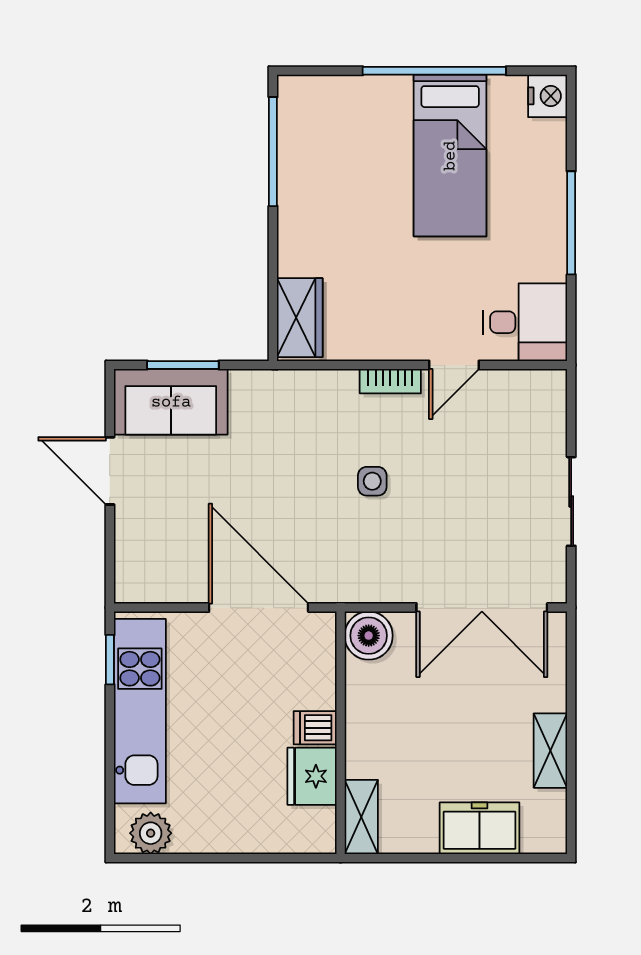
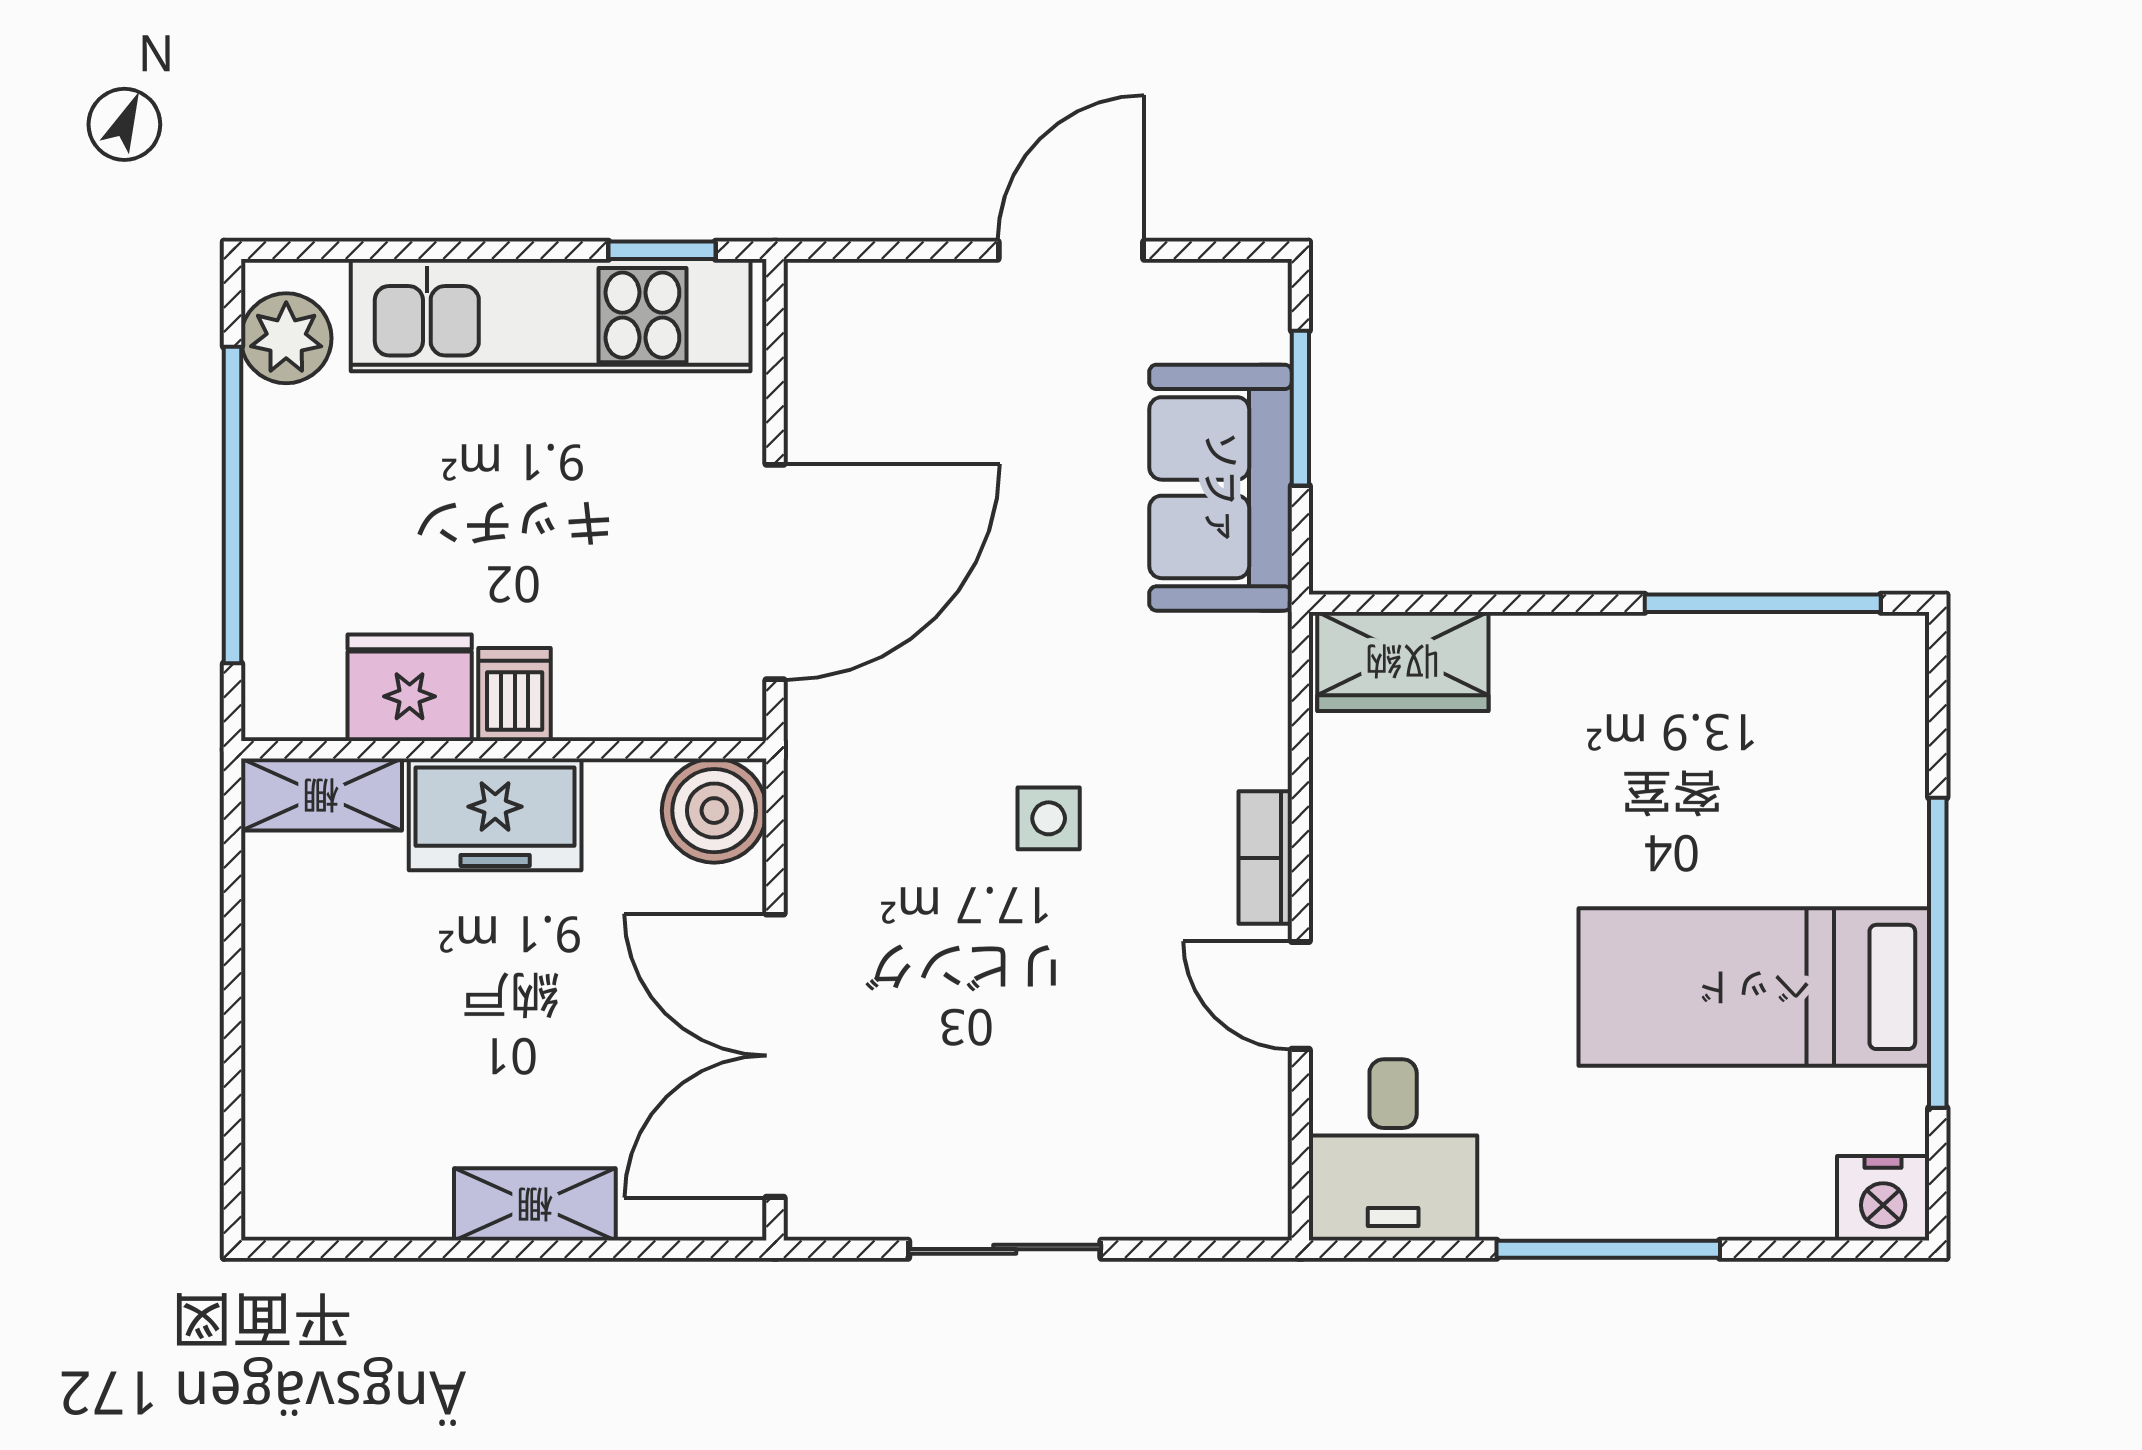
sofa: (171, 402) -> (1221, 488), moved
shelving: (550, 751) -> (535, 1204), moved
freezer: (479, 828) -> (495, 814), moved, turned 90
window: (228, 858) -> (232, 505), added

